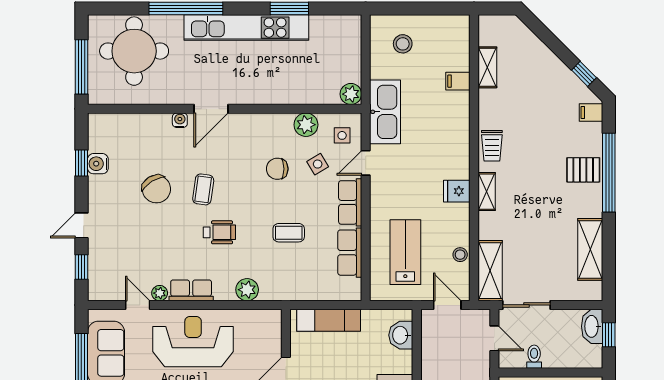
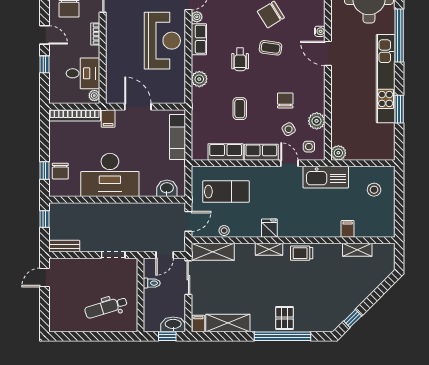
filing cabinet: (591, 112) -> (198, 324), moved

